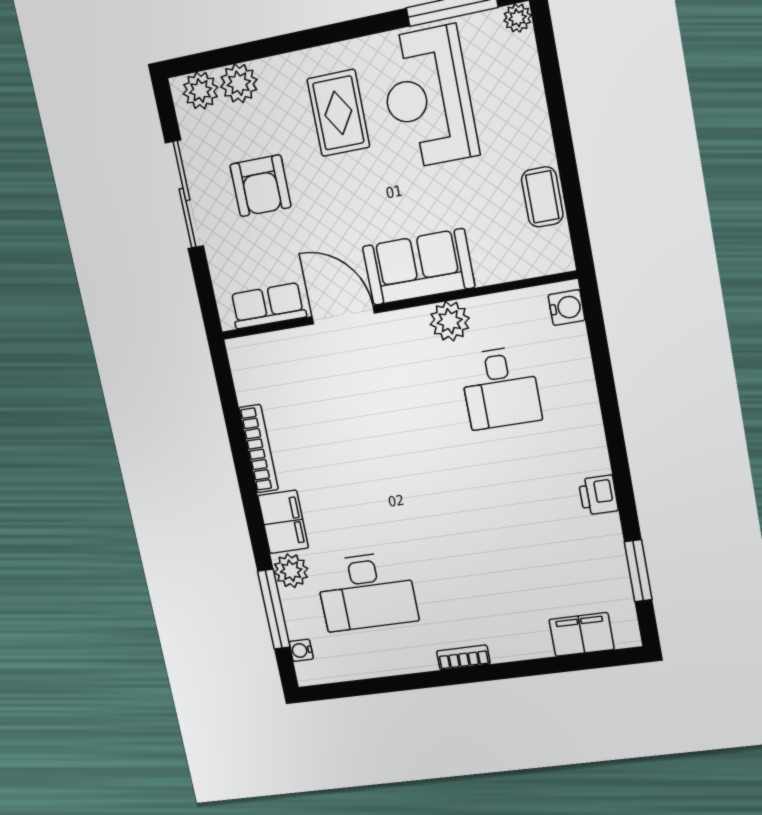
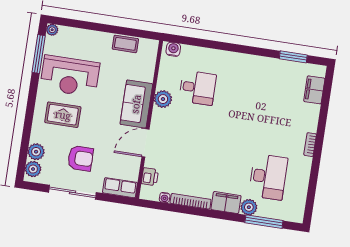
row of seats: (268, 306) -> (120, 188), moved, turned 90
printer: (598, 495) -> (150, 177), moved, turned -90
water cooler: (301, 650) -> (165, 198), moved

